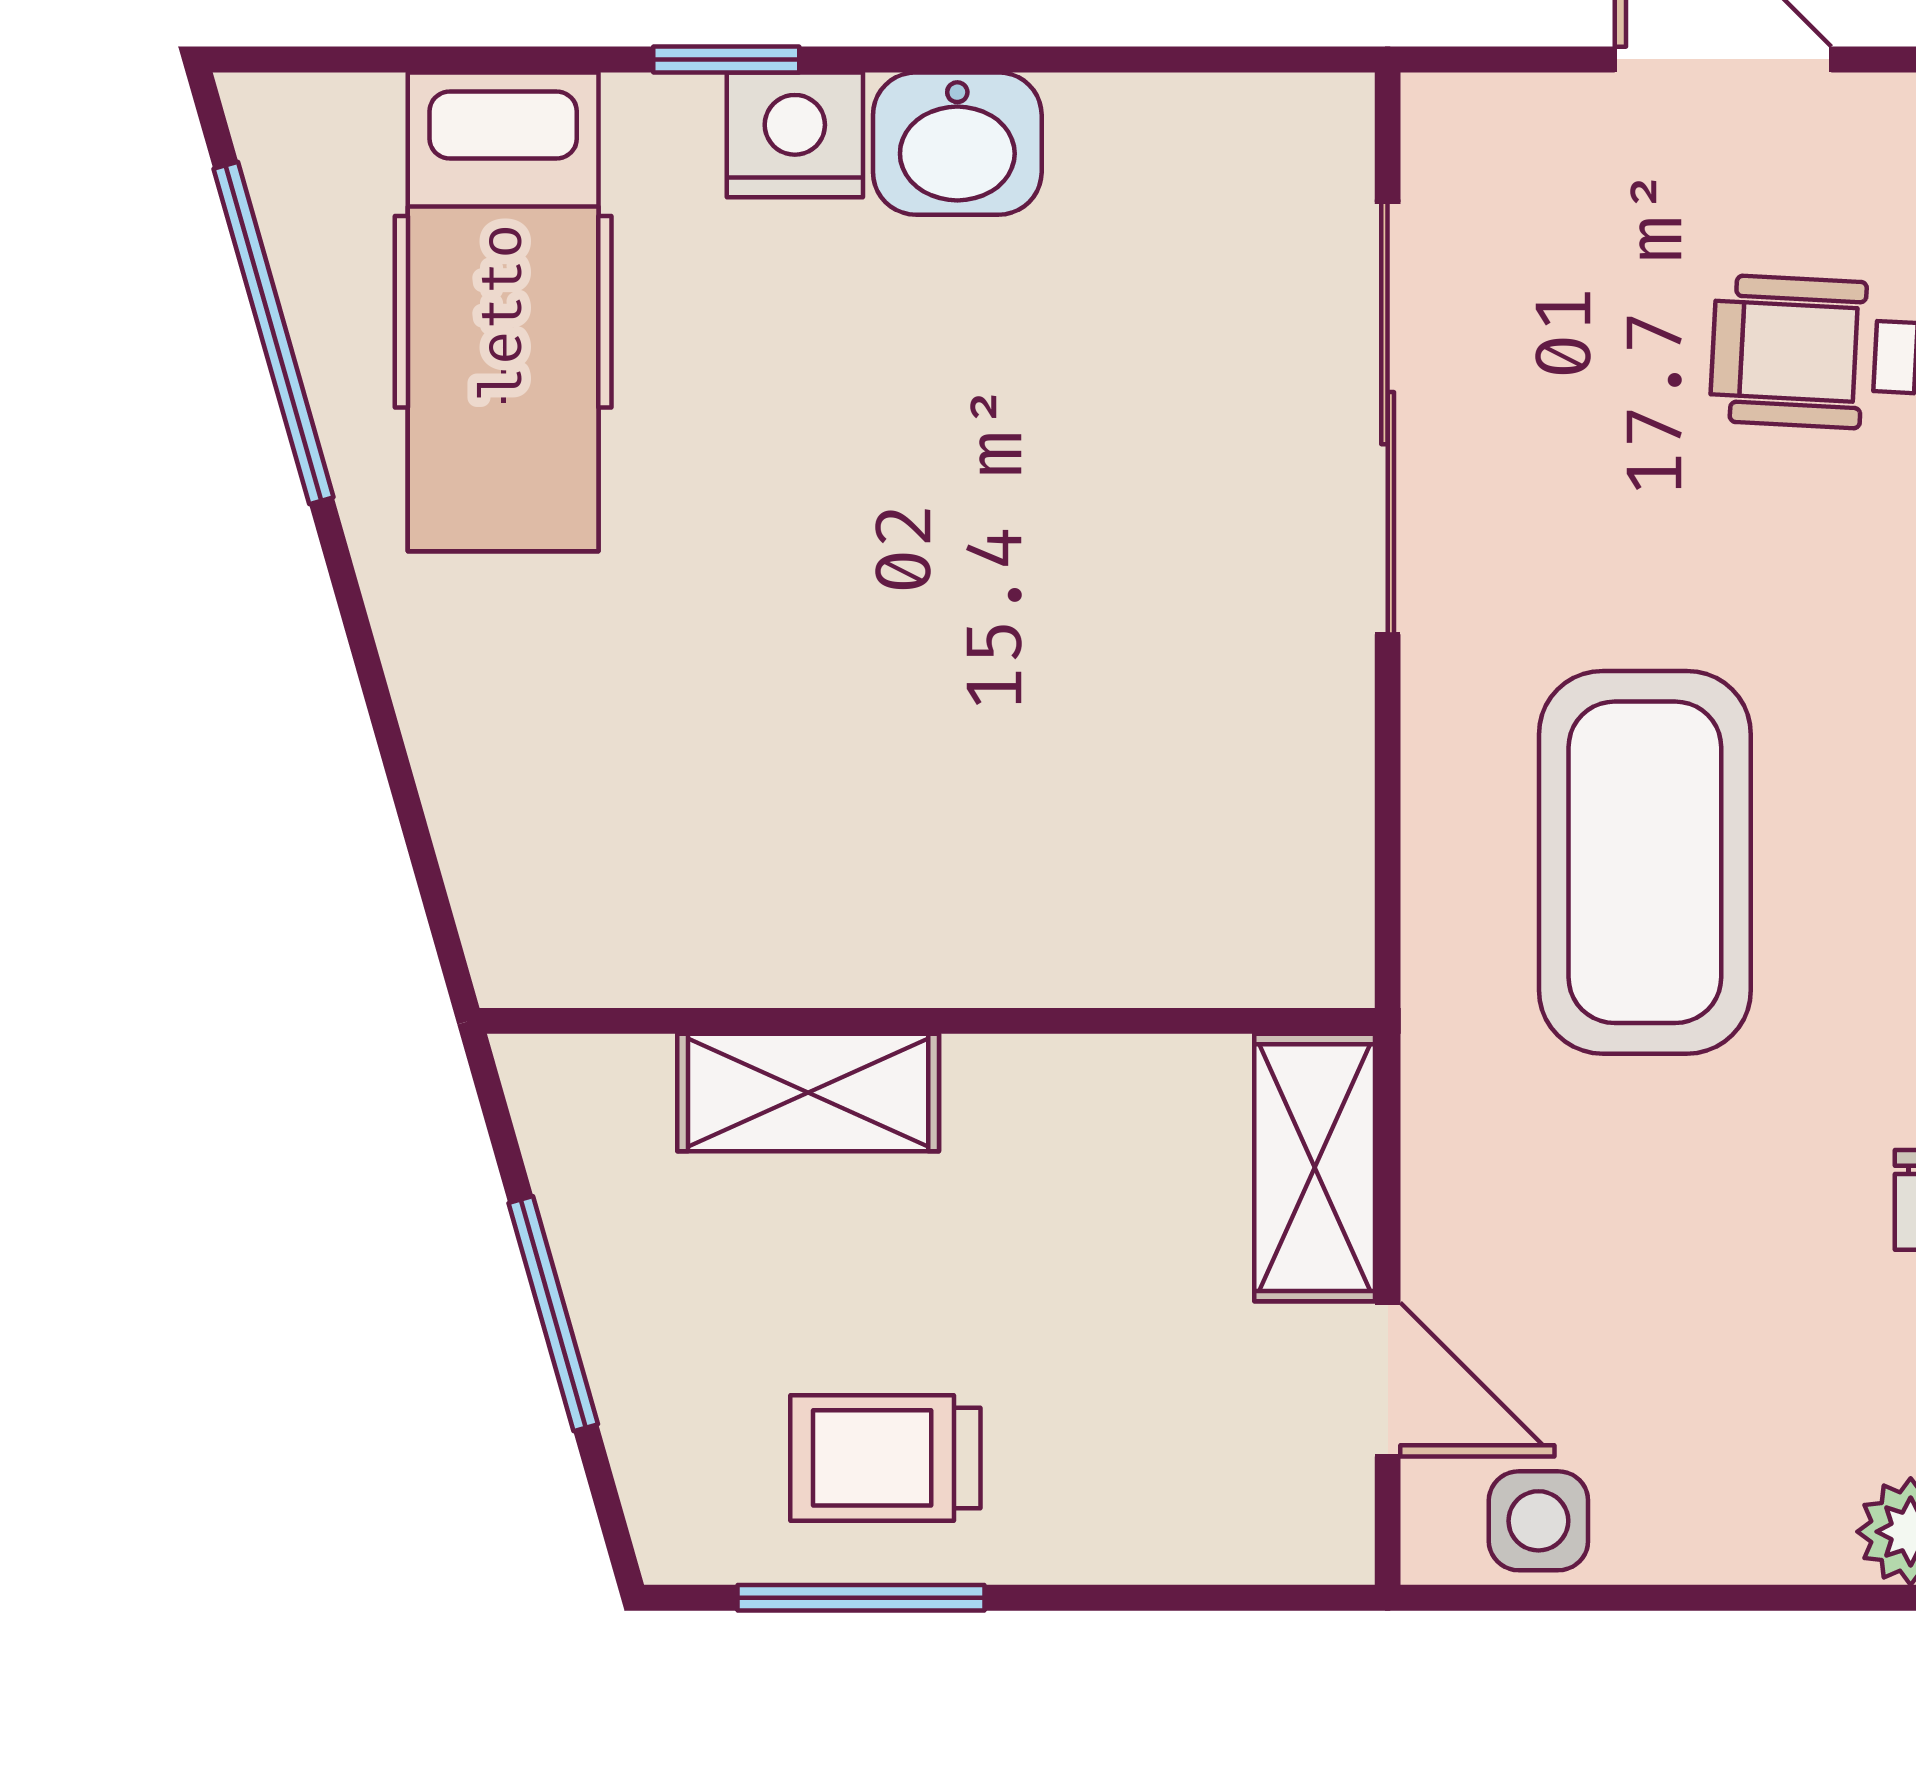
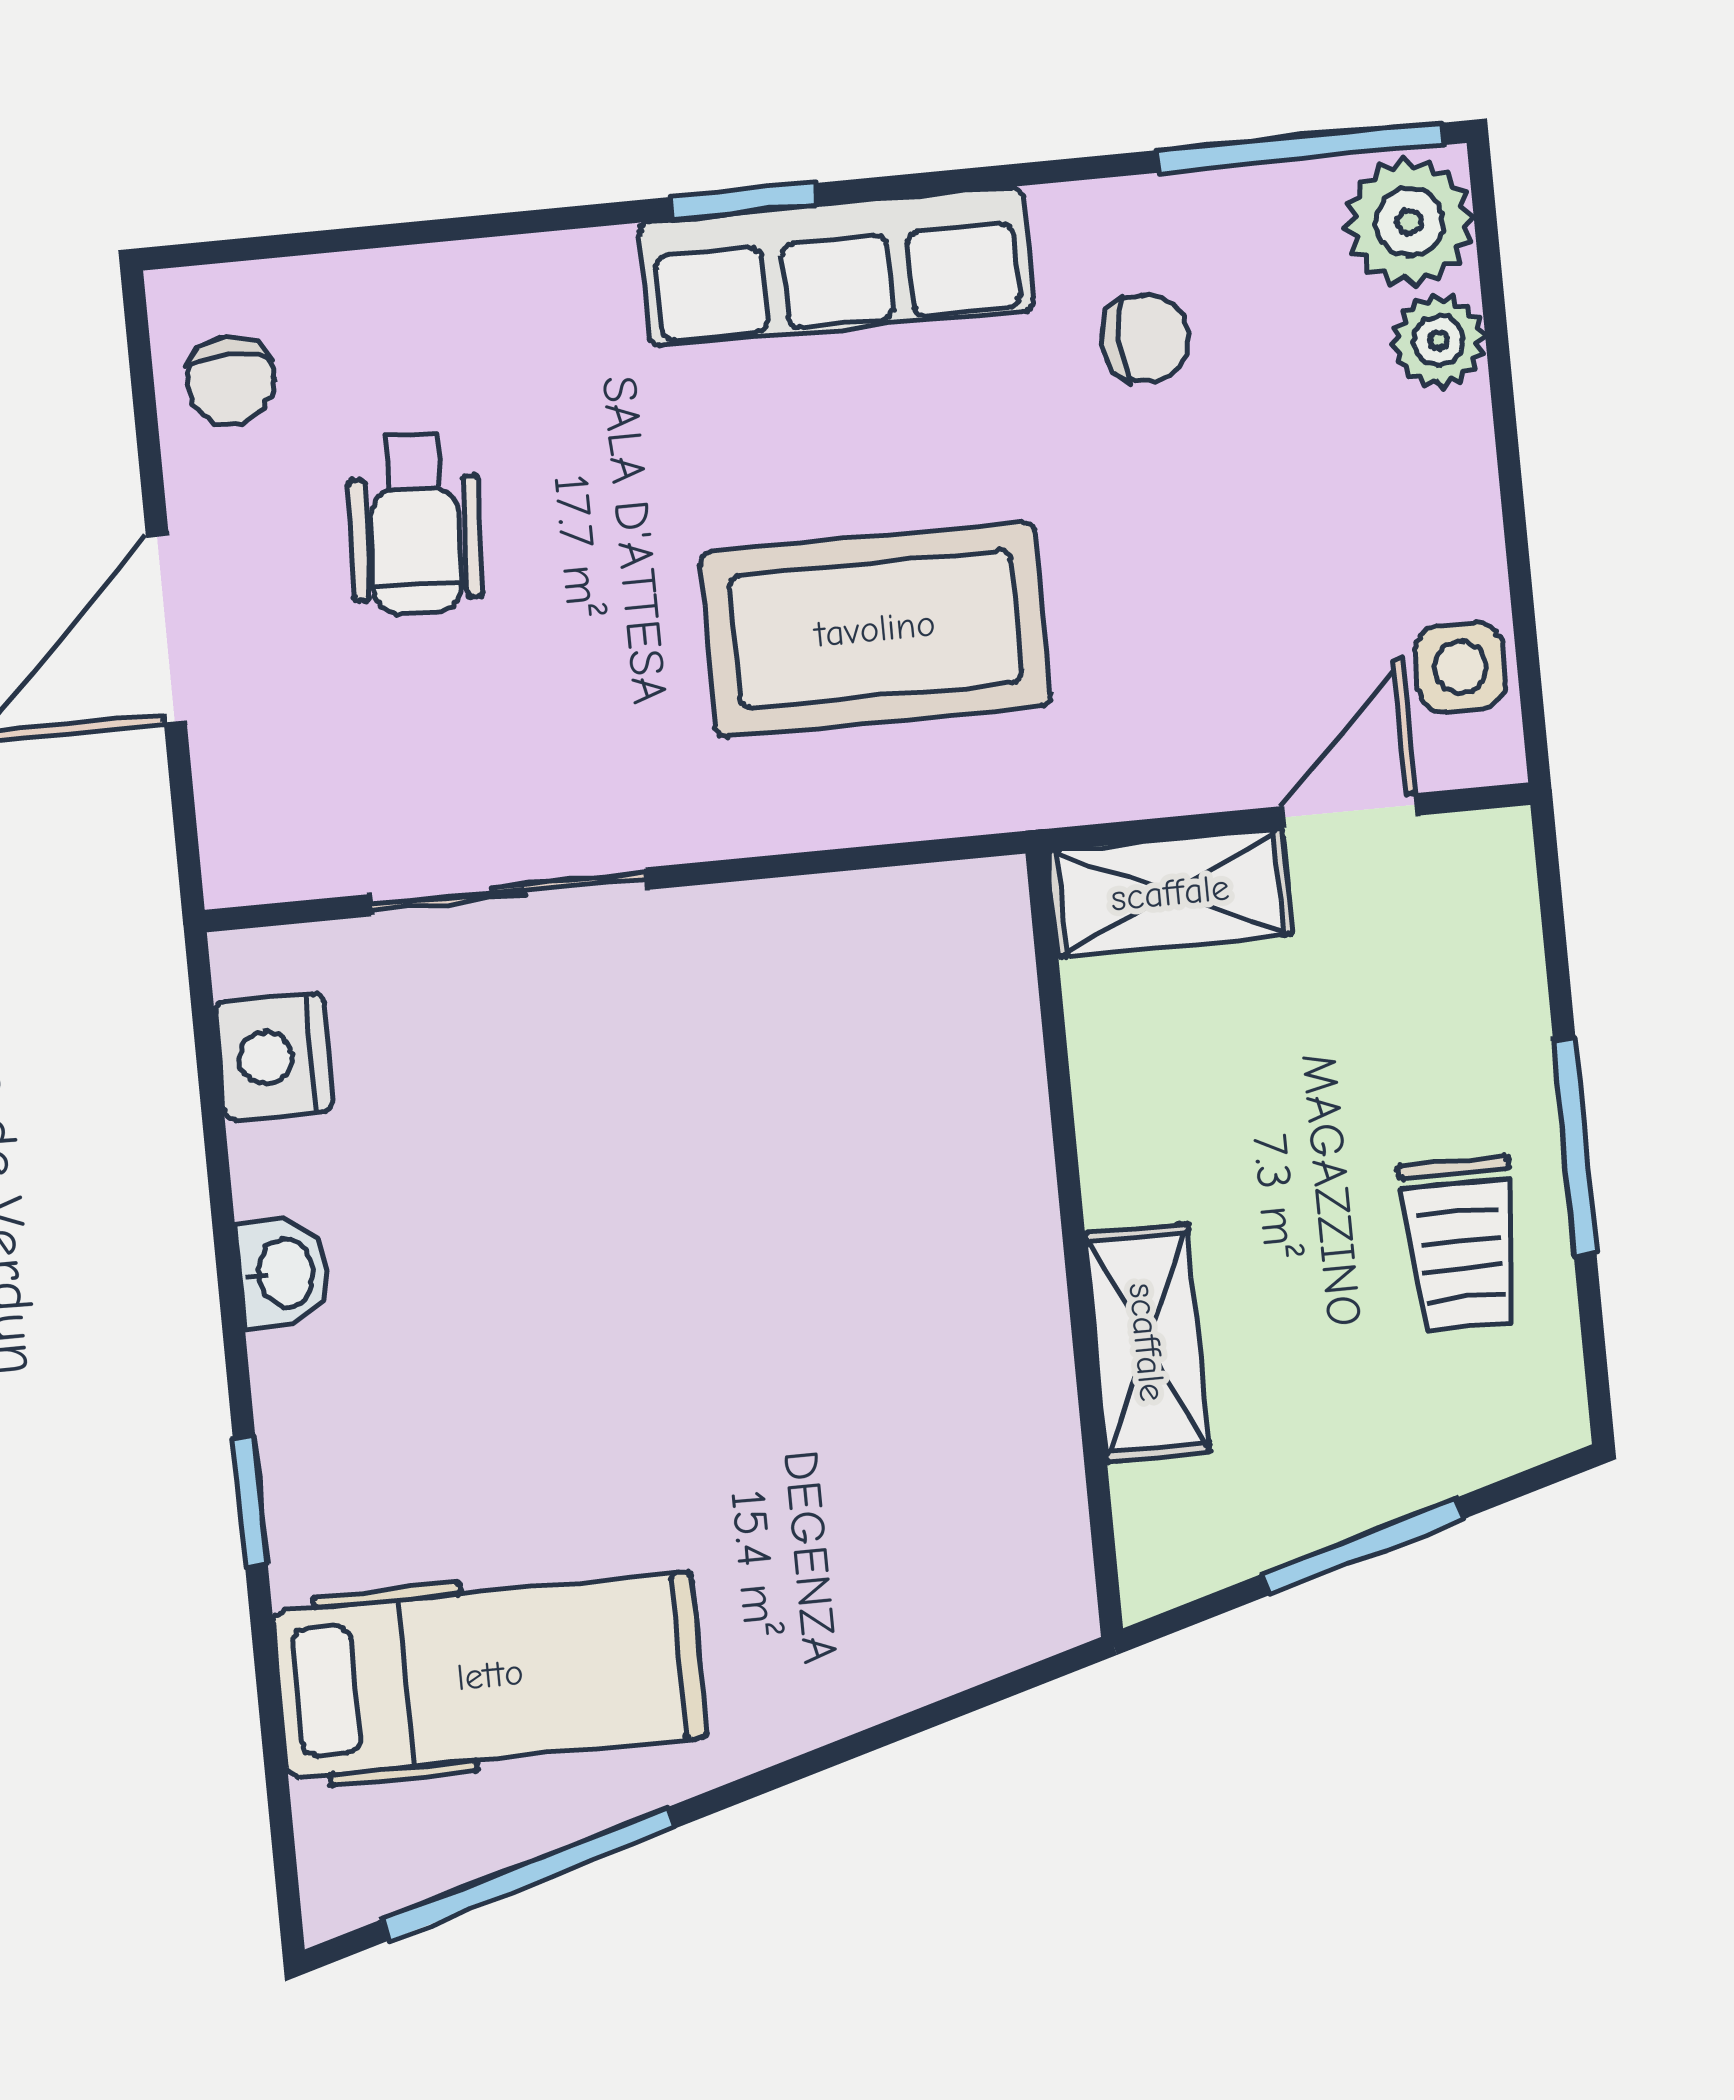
nightstand: (795, 135) -> (274, 1057), moved
washbasin: (957, 144) -> (283, 1273), width x0.72, depth x0.69
sliding door: (1388, 418) -> (508, 892), width x0.73
window: (861, 1598) -> (1575, 1147), moved

